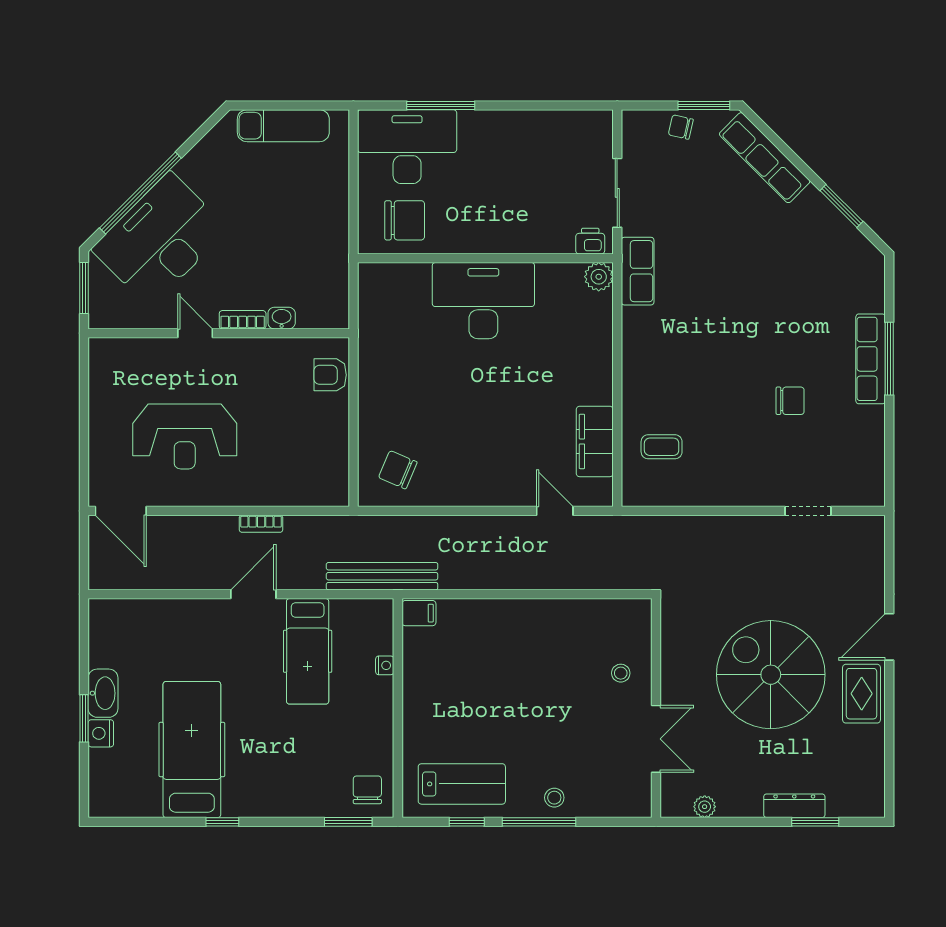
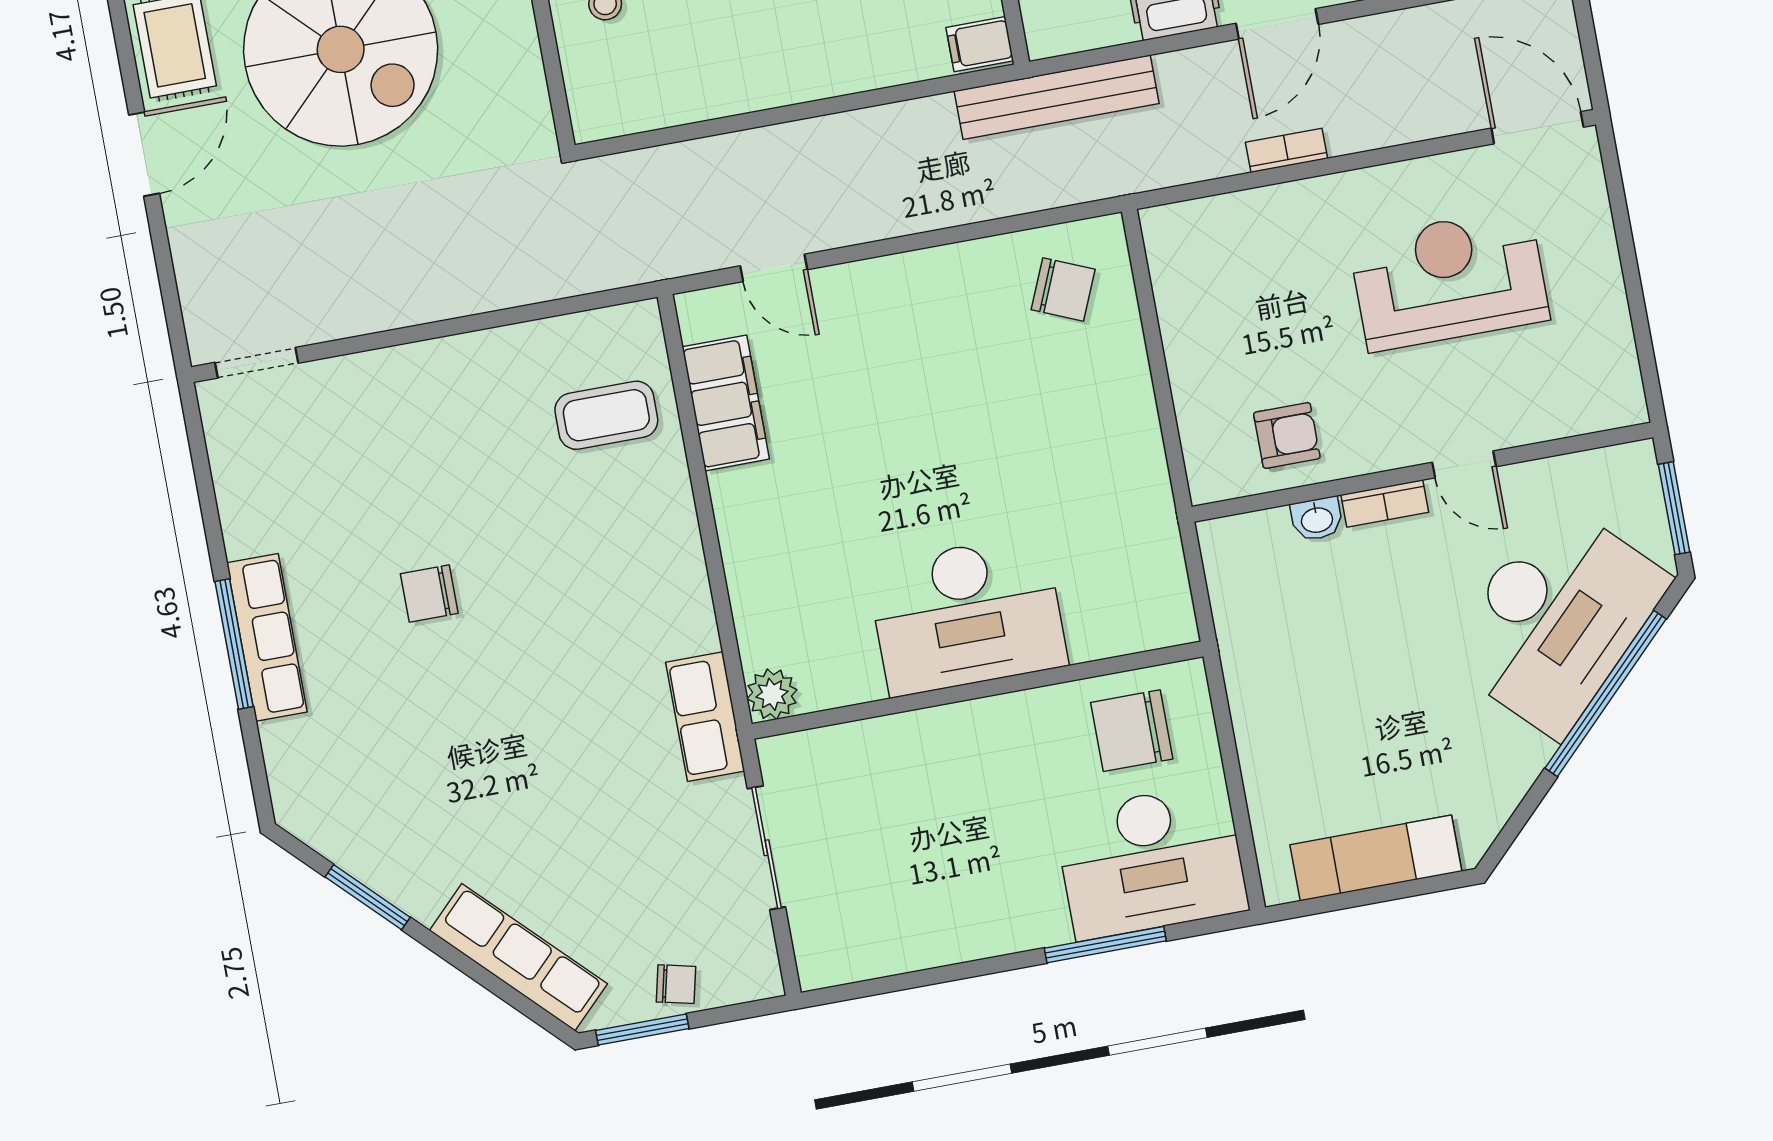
printer: (590, 241) -> (798, 754), removed
armchair: (330, 375) -> (1287, 435), moved
chair: (790, 401) -> (429, 594), moved
coffee table: (662, 447) -> (606, 415), width x1.36, depth x1.30
doorway: (808, 511) -> (257, 363), moved

